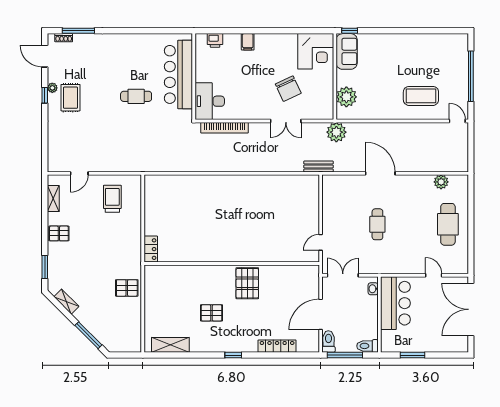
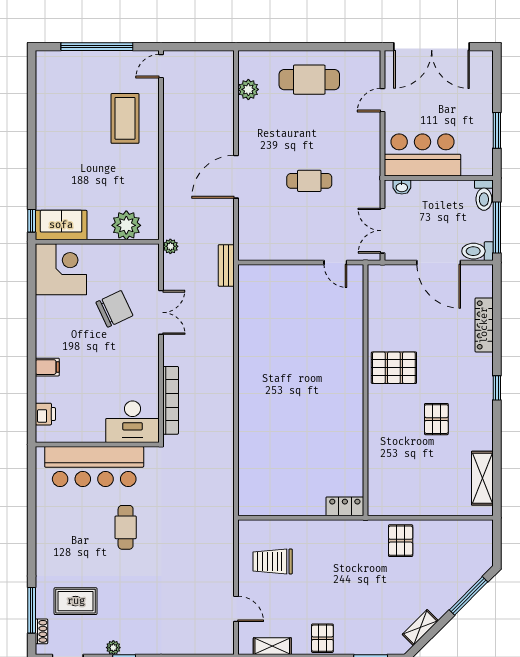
rug: (71, 98) -> (76, 601), moved
plant: (336, 132) -> (170, 246), width x0.53, depth x0.53

